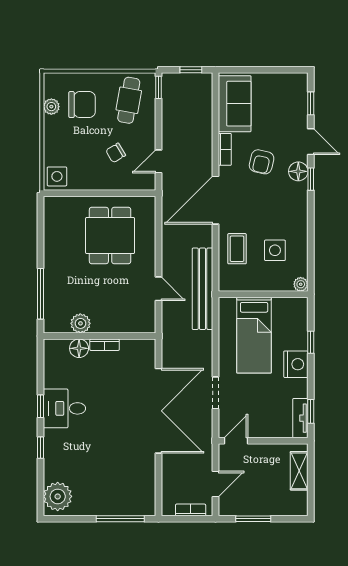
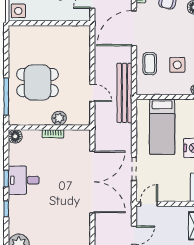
dining table: (110, 236) -> (37, 82), moved, turned 90
plant: (80, 323) -> (59, 118), moved
floor lamp: (79, 348) -> (15, 136), moved

